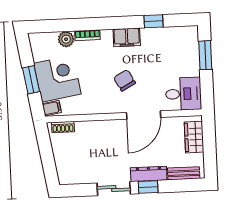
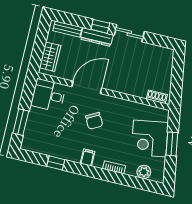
filing cabinet: (127, 37) -> (88, 157), width x0.50
plant: (66, 39) -> (144, 172), moved
filing cabinet: (52, 108) -> (161, 115), removed

